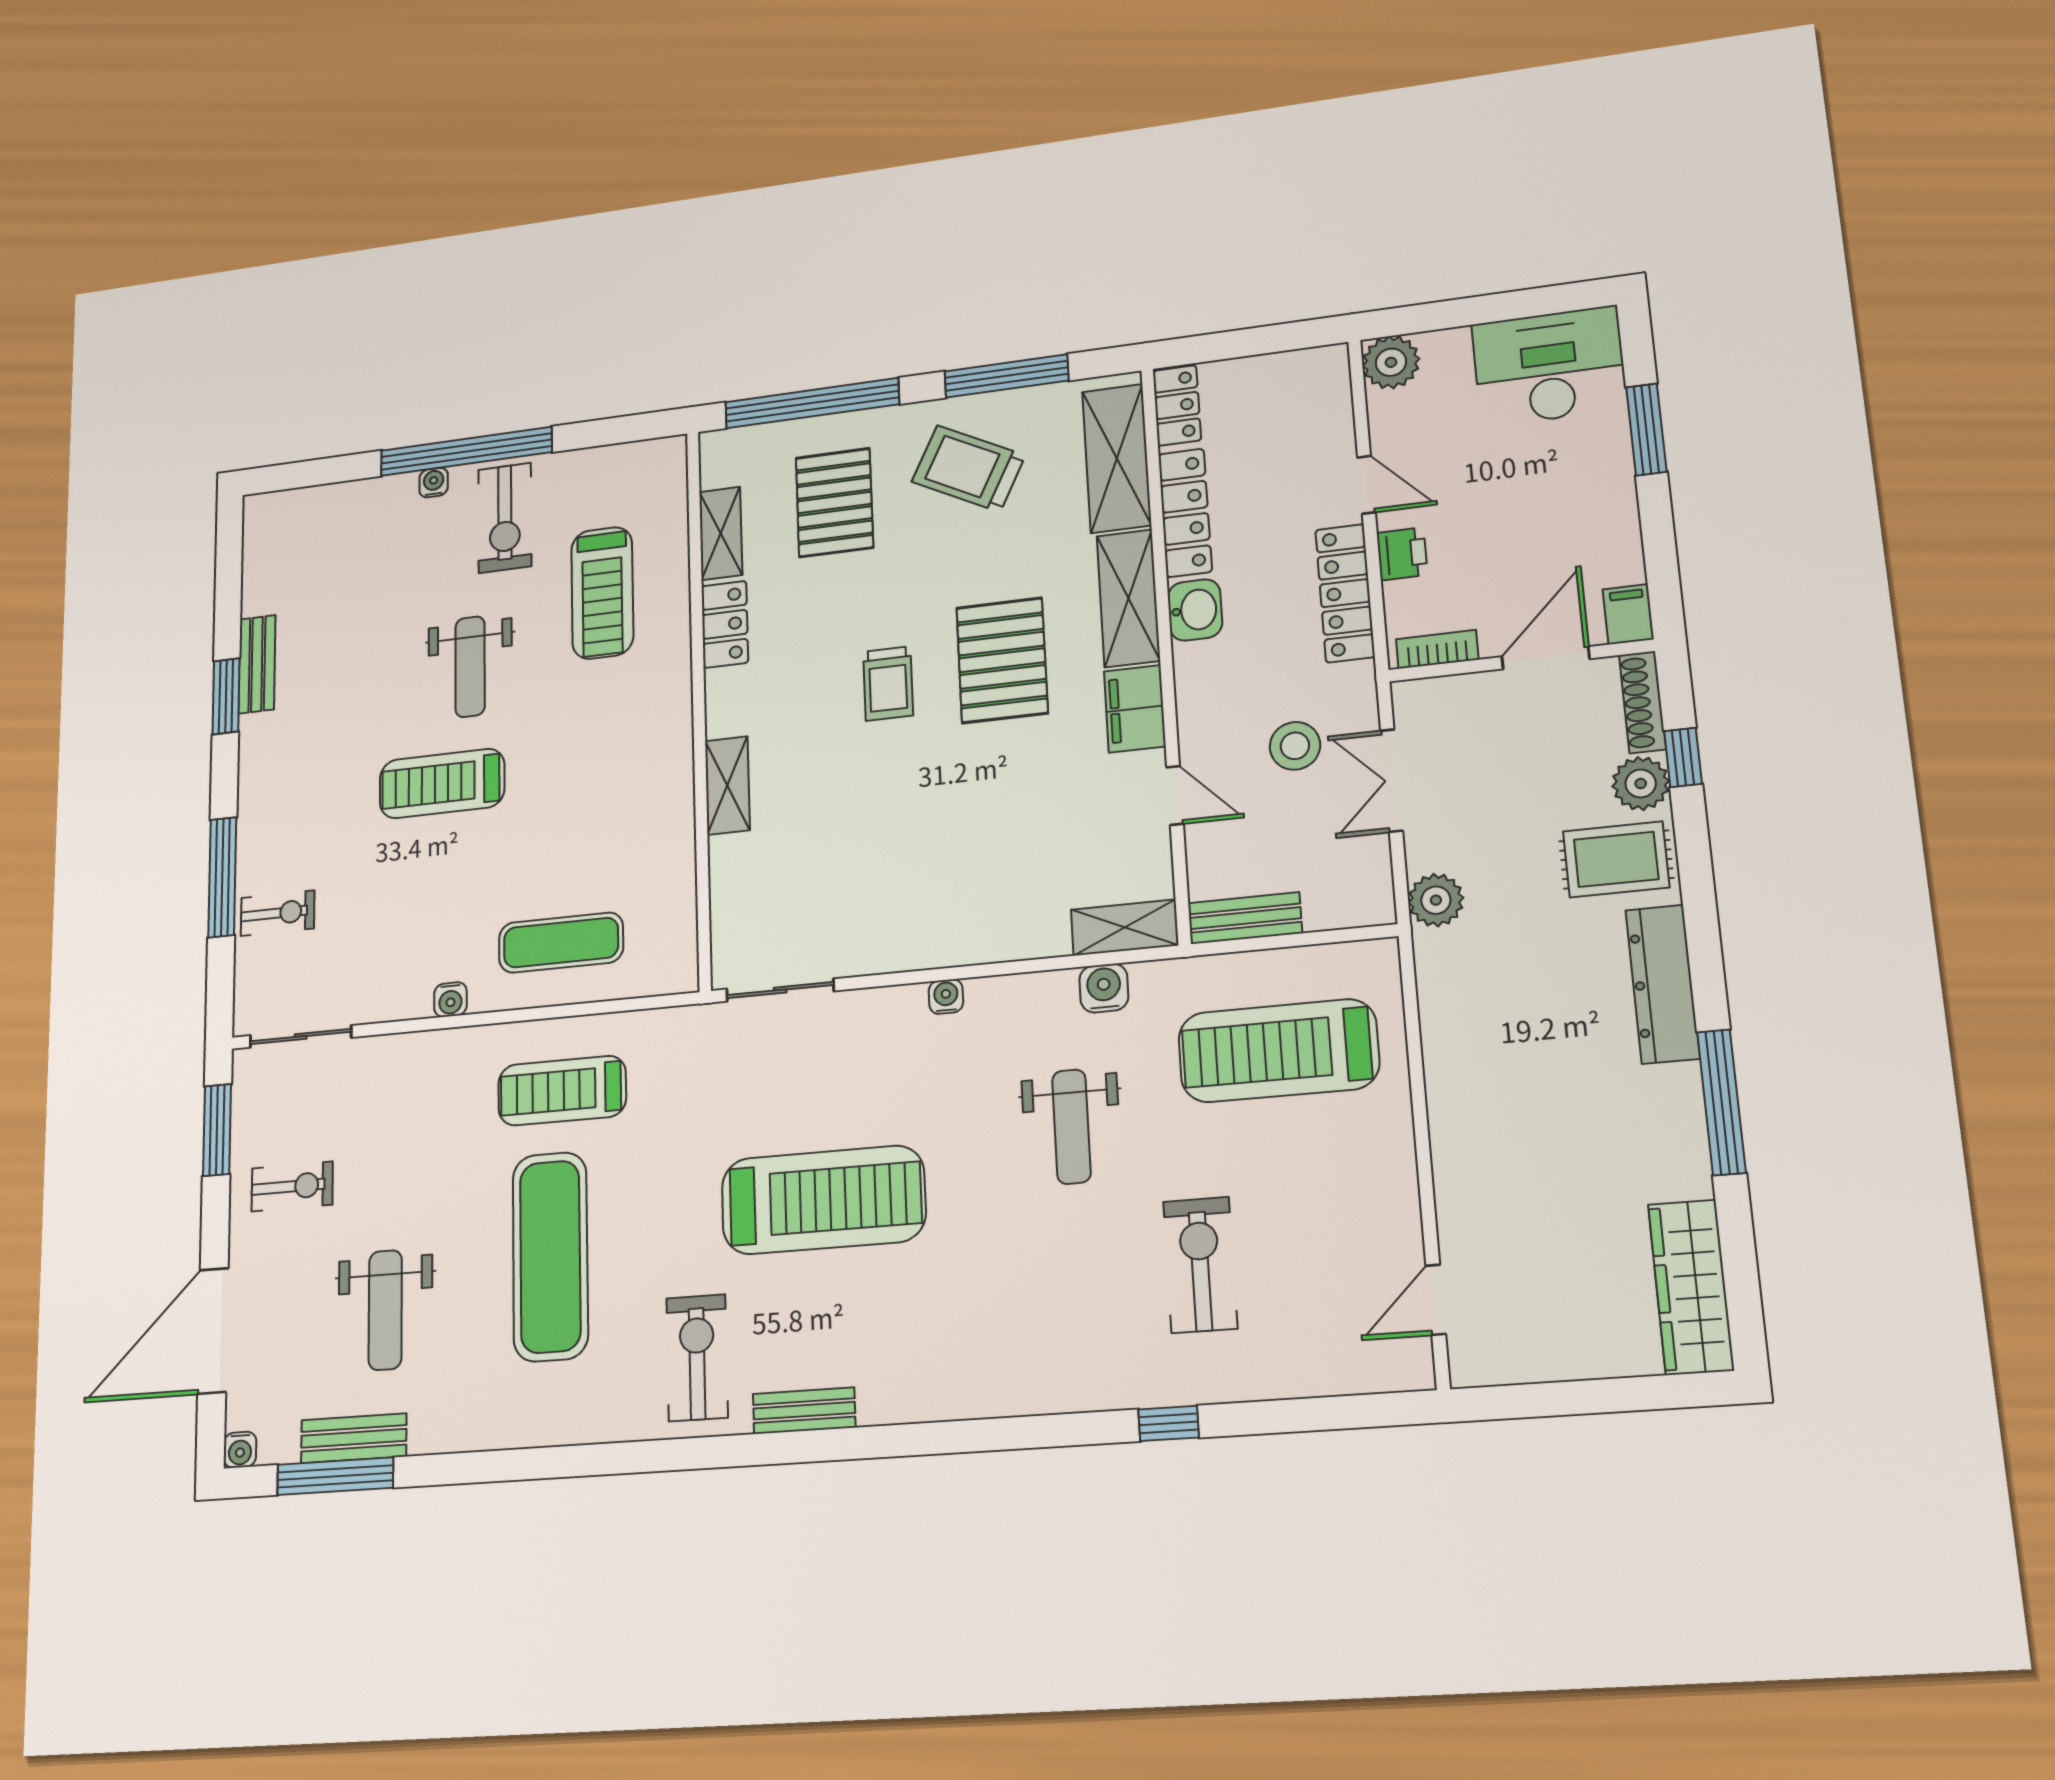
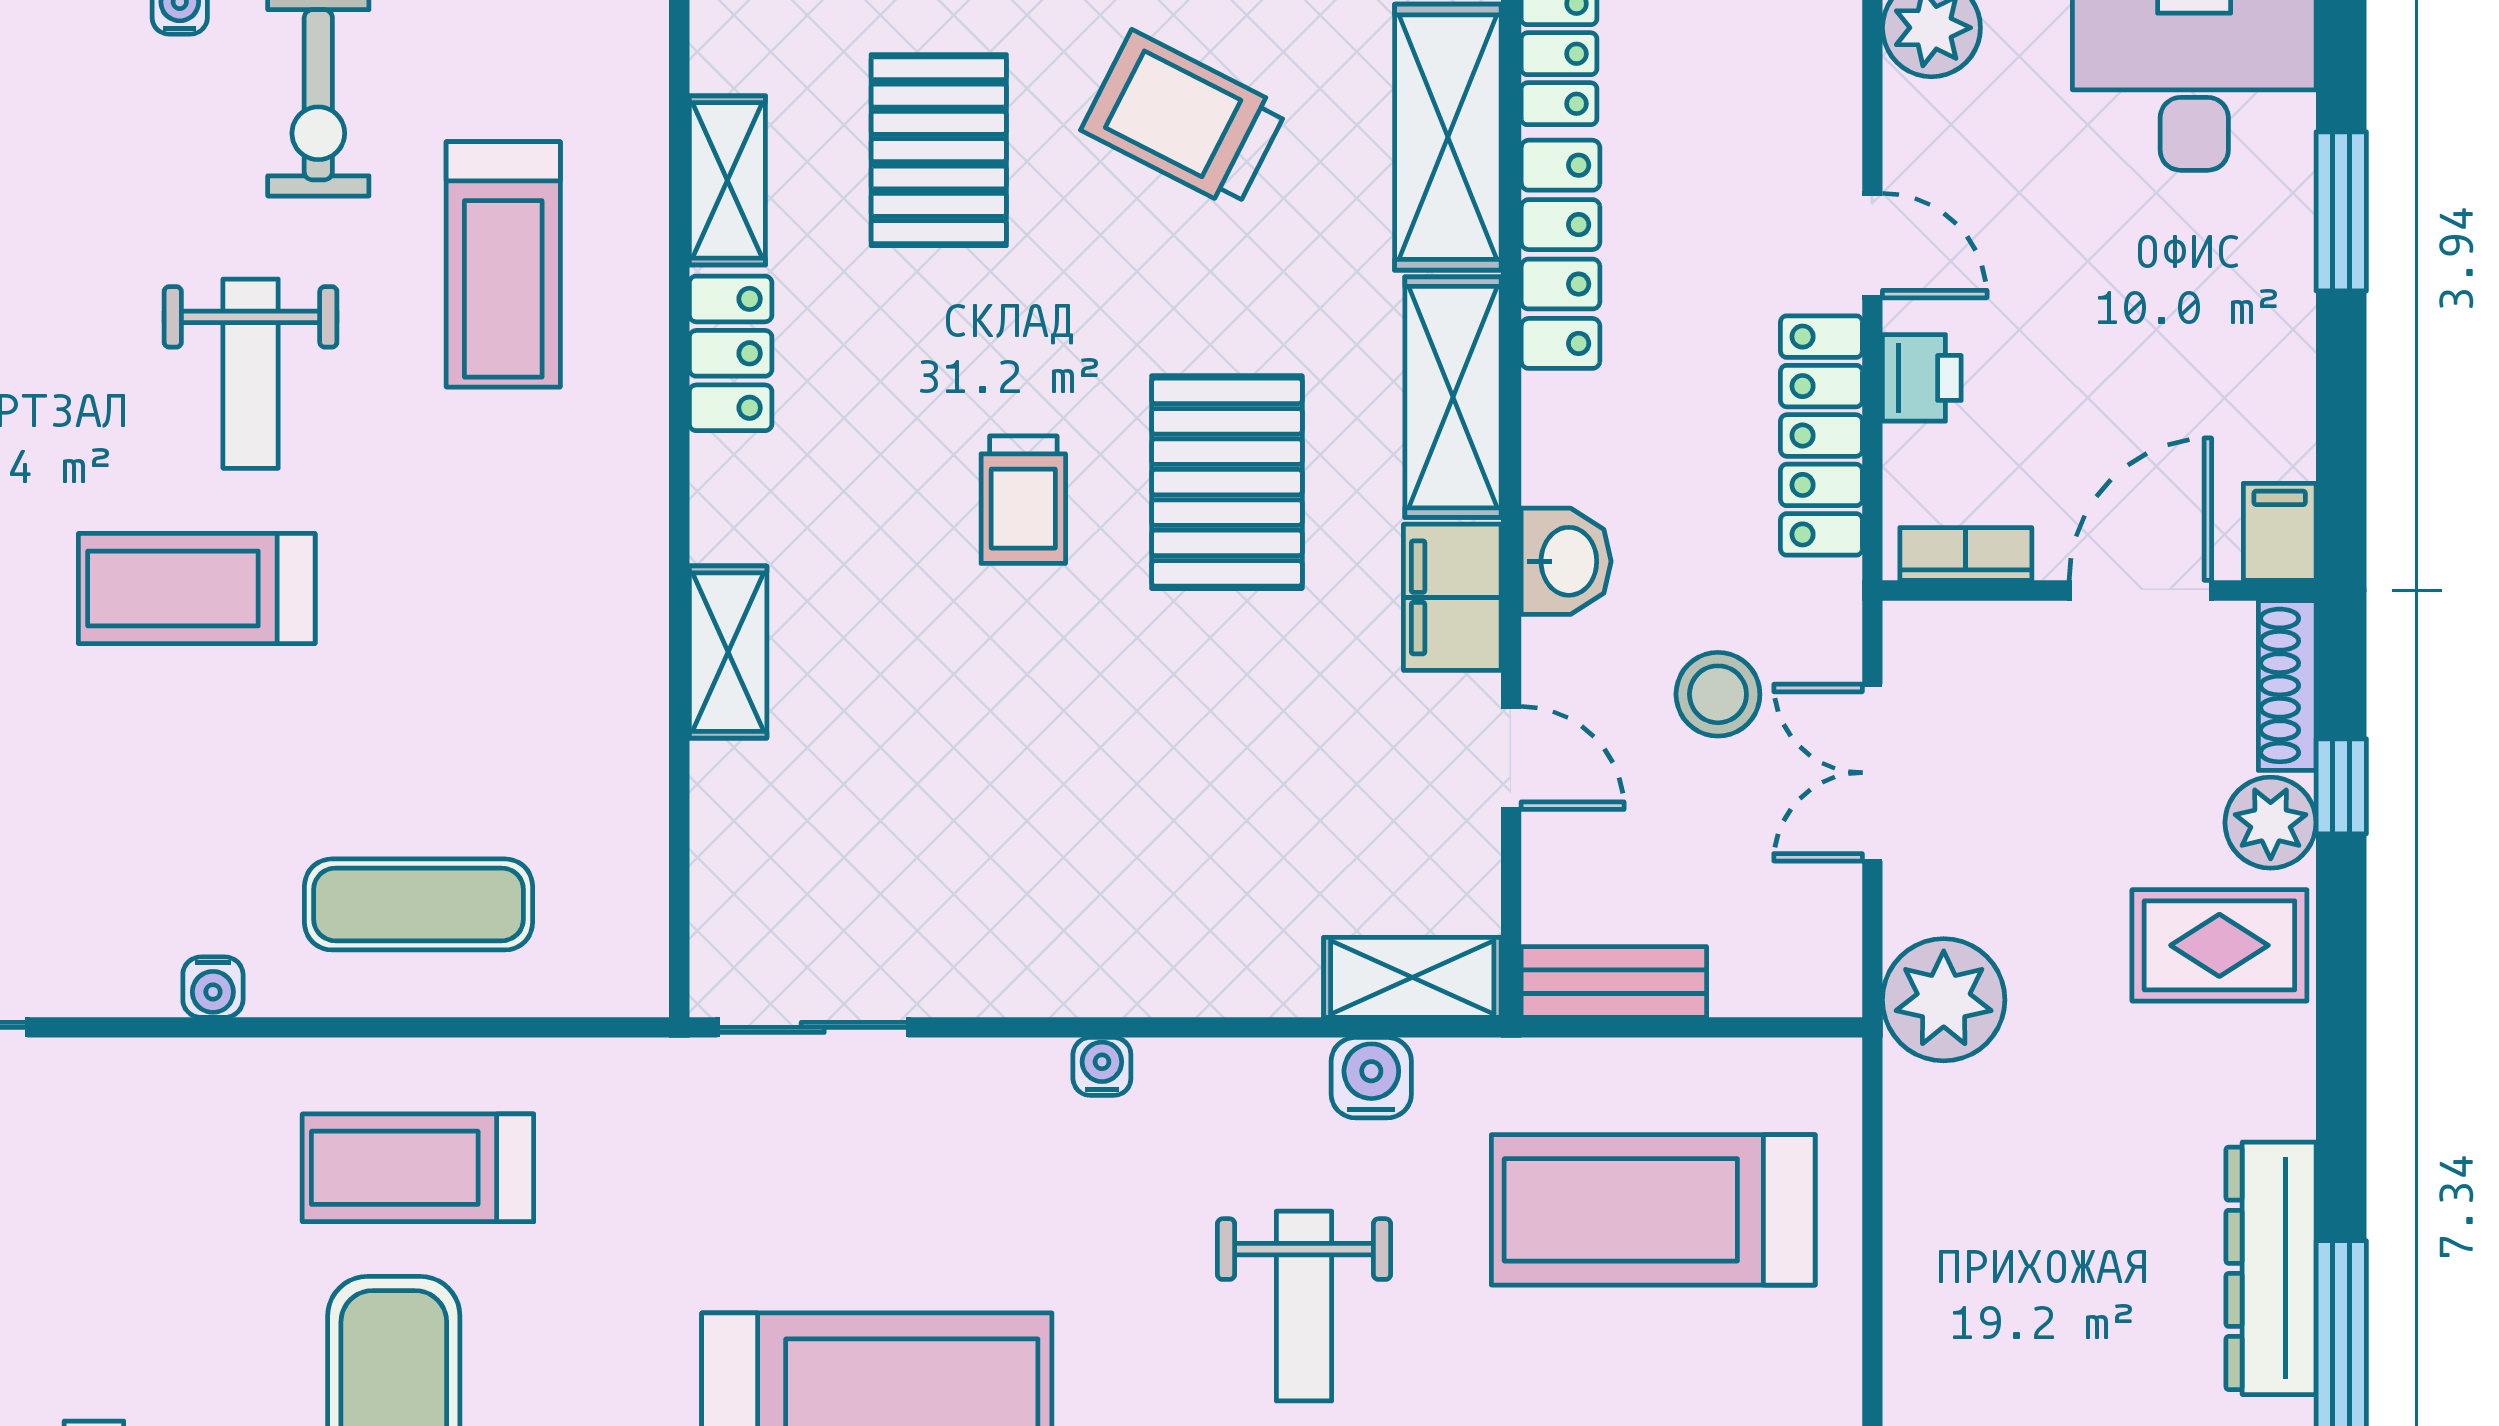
washbasin: (1195, 610) -> (1566, 561), moved
plant: (1436, 900) -> (1944, 1000), width x1.36, depth x1.36
dresser: (1663, 984) -> (2271, 1268), moved

